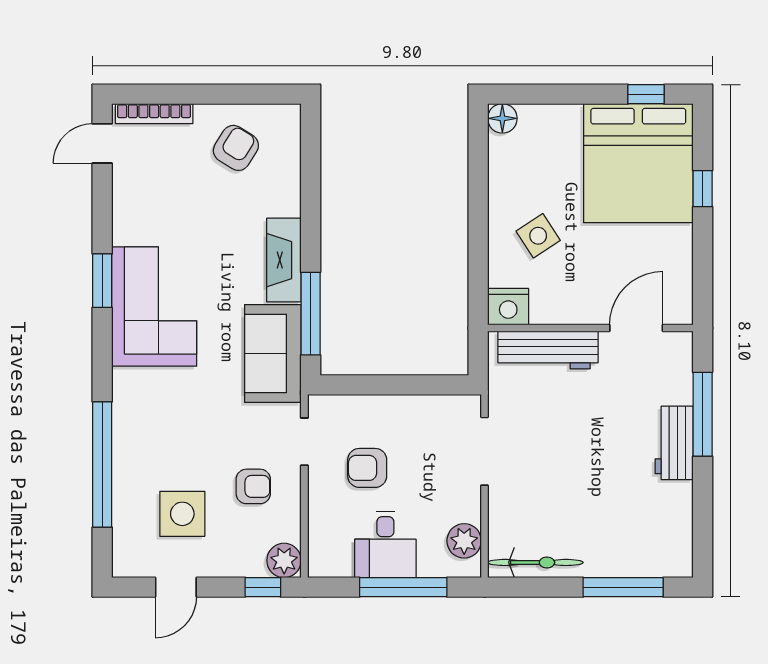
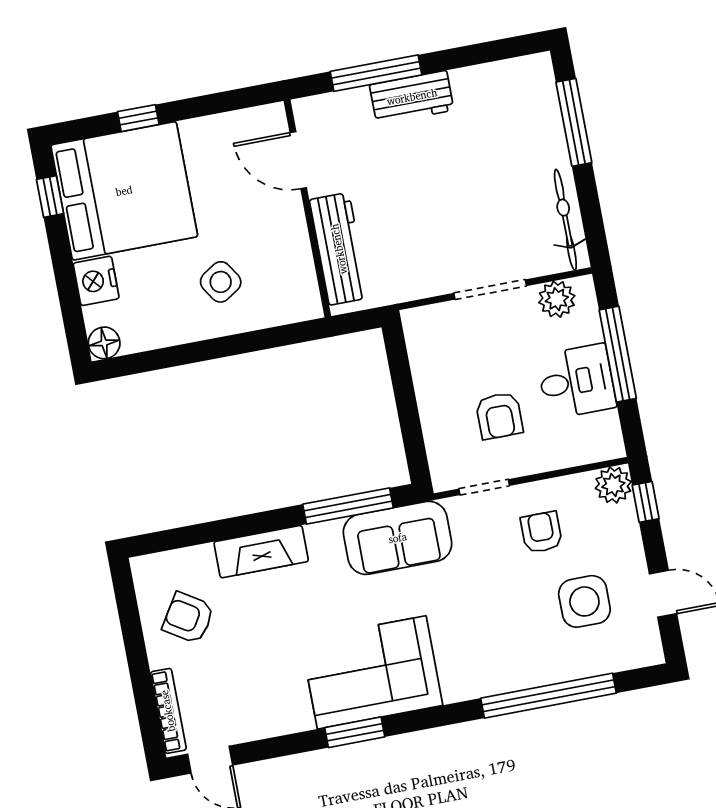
fireplace: (284, 260) -> (261, 552), moved
nightstand: (508, 307) -> (96, 281), moved, turned 180
doorway: (484, 451) -> (490, 290), moved

